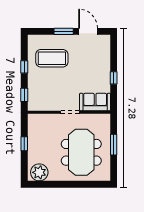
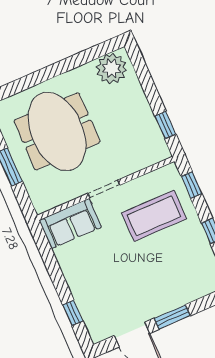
coffee table: (52, 58) -> (154, 216), moved
window: (114, 78) -> (73, 313), moved
window: (24, 144) -> (165, 125), moved

